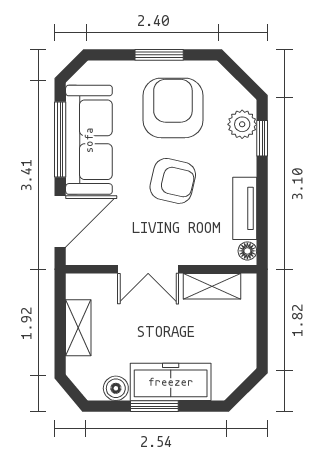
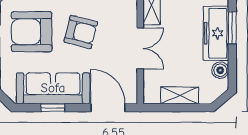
window: (60, 139) -> (53, 108), width x0.46
armchair: (173, 181) -> (81, 32), turned 91
window: (154, 406) -> (232, 28), moved

